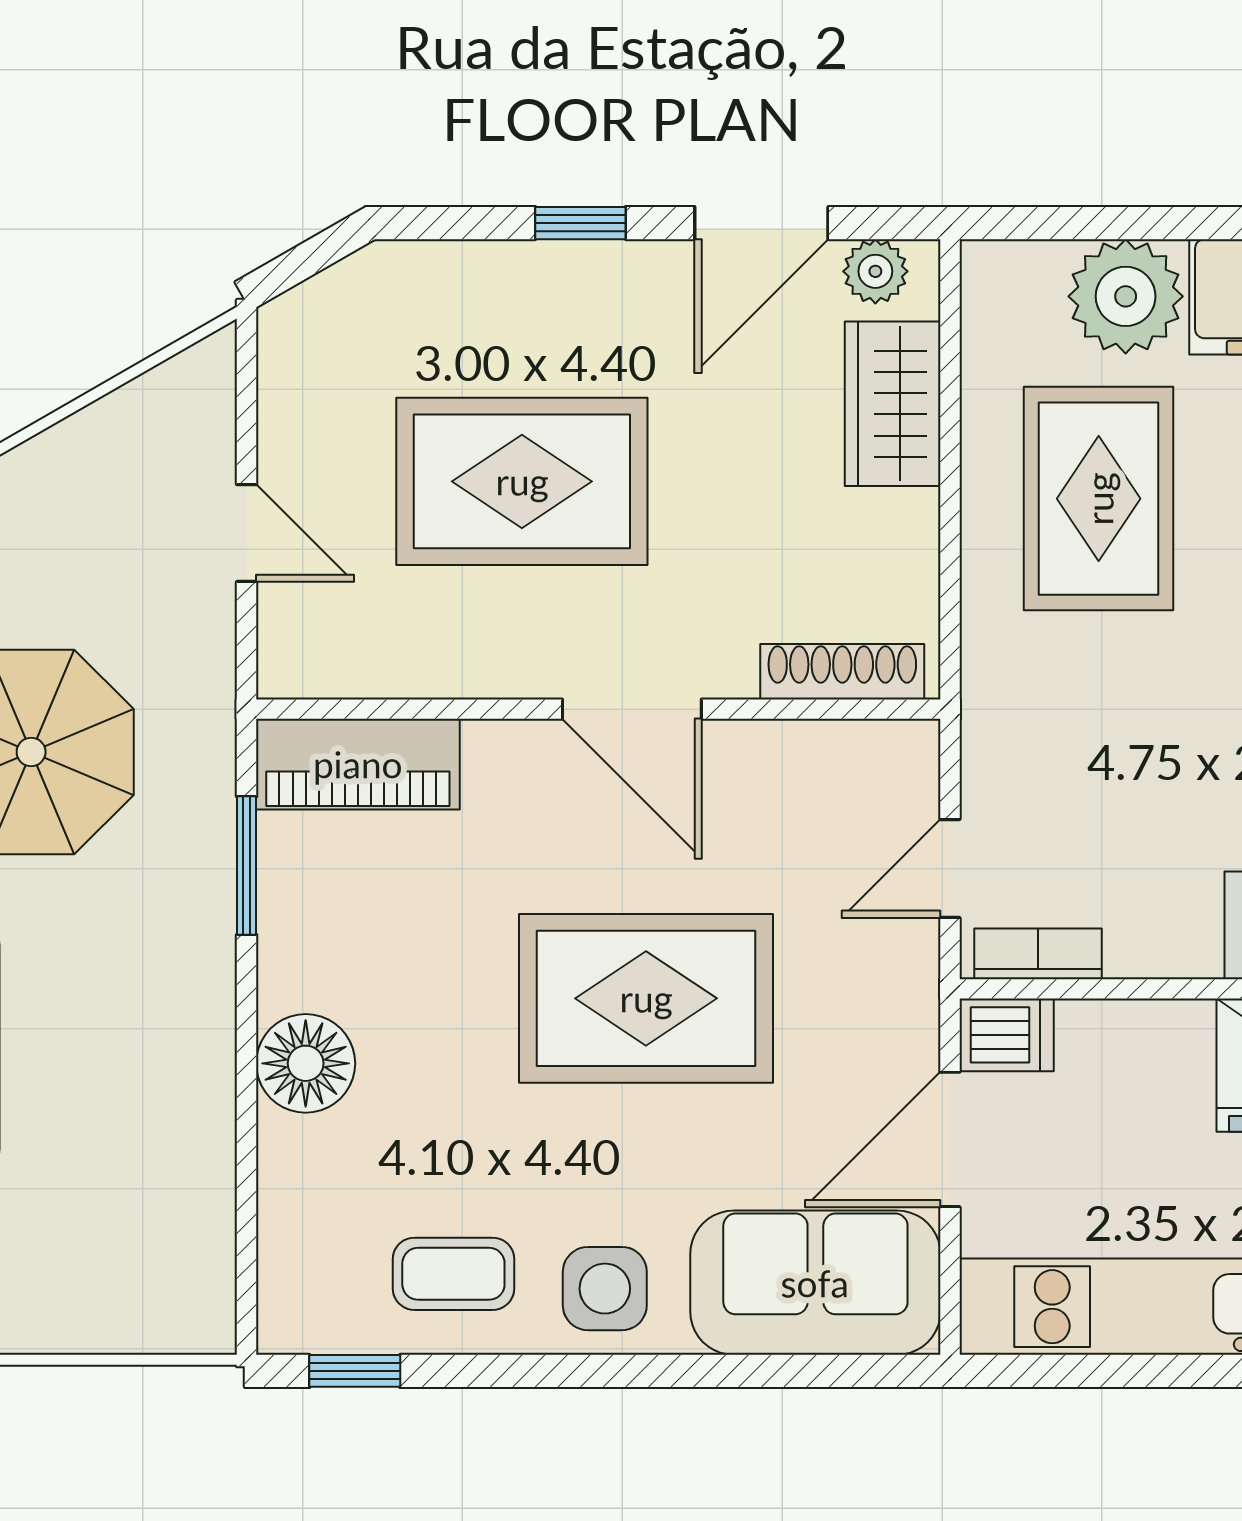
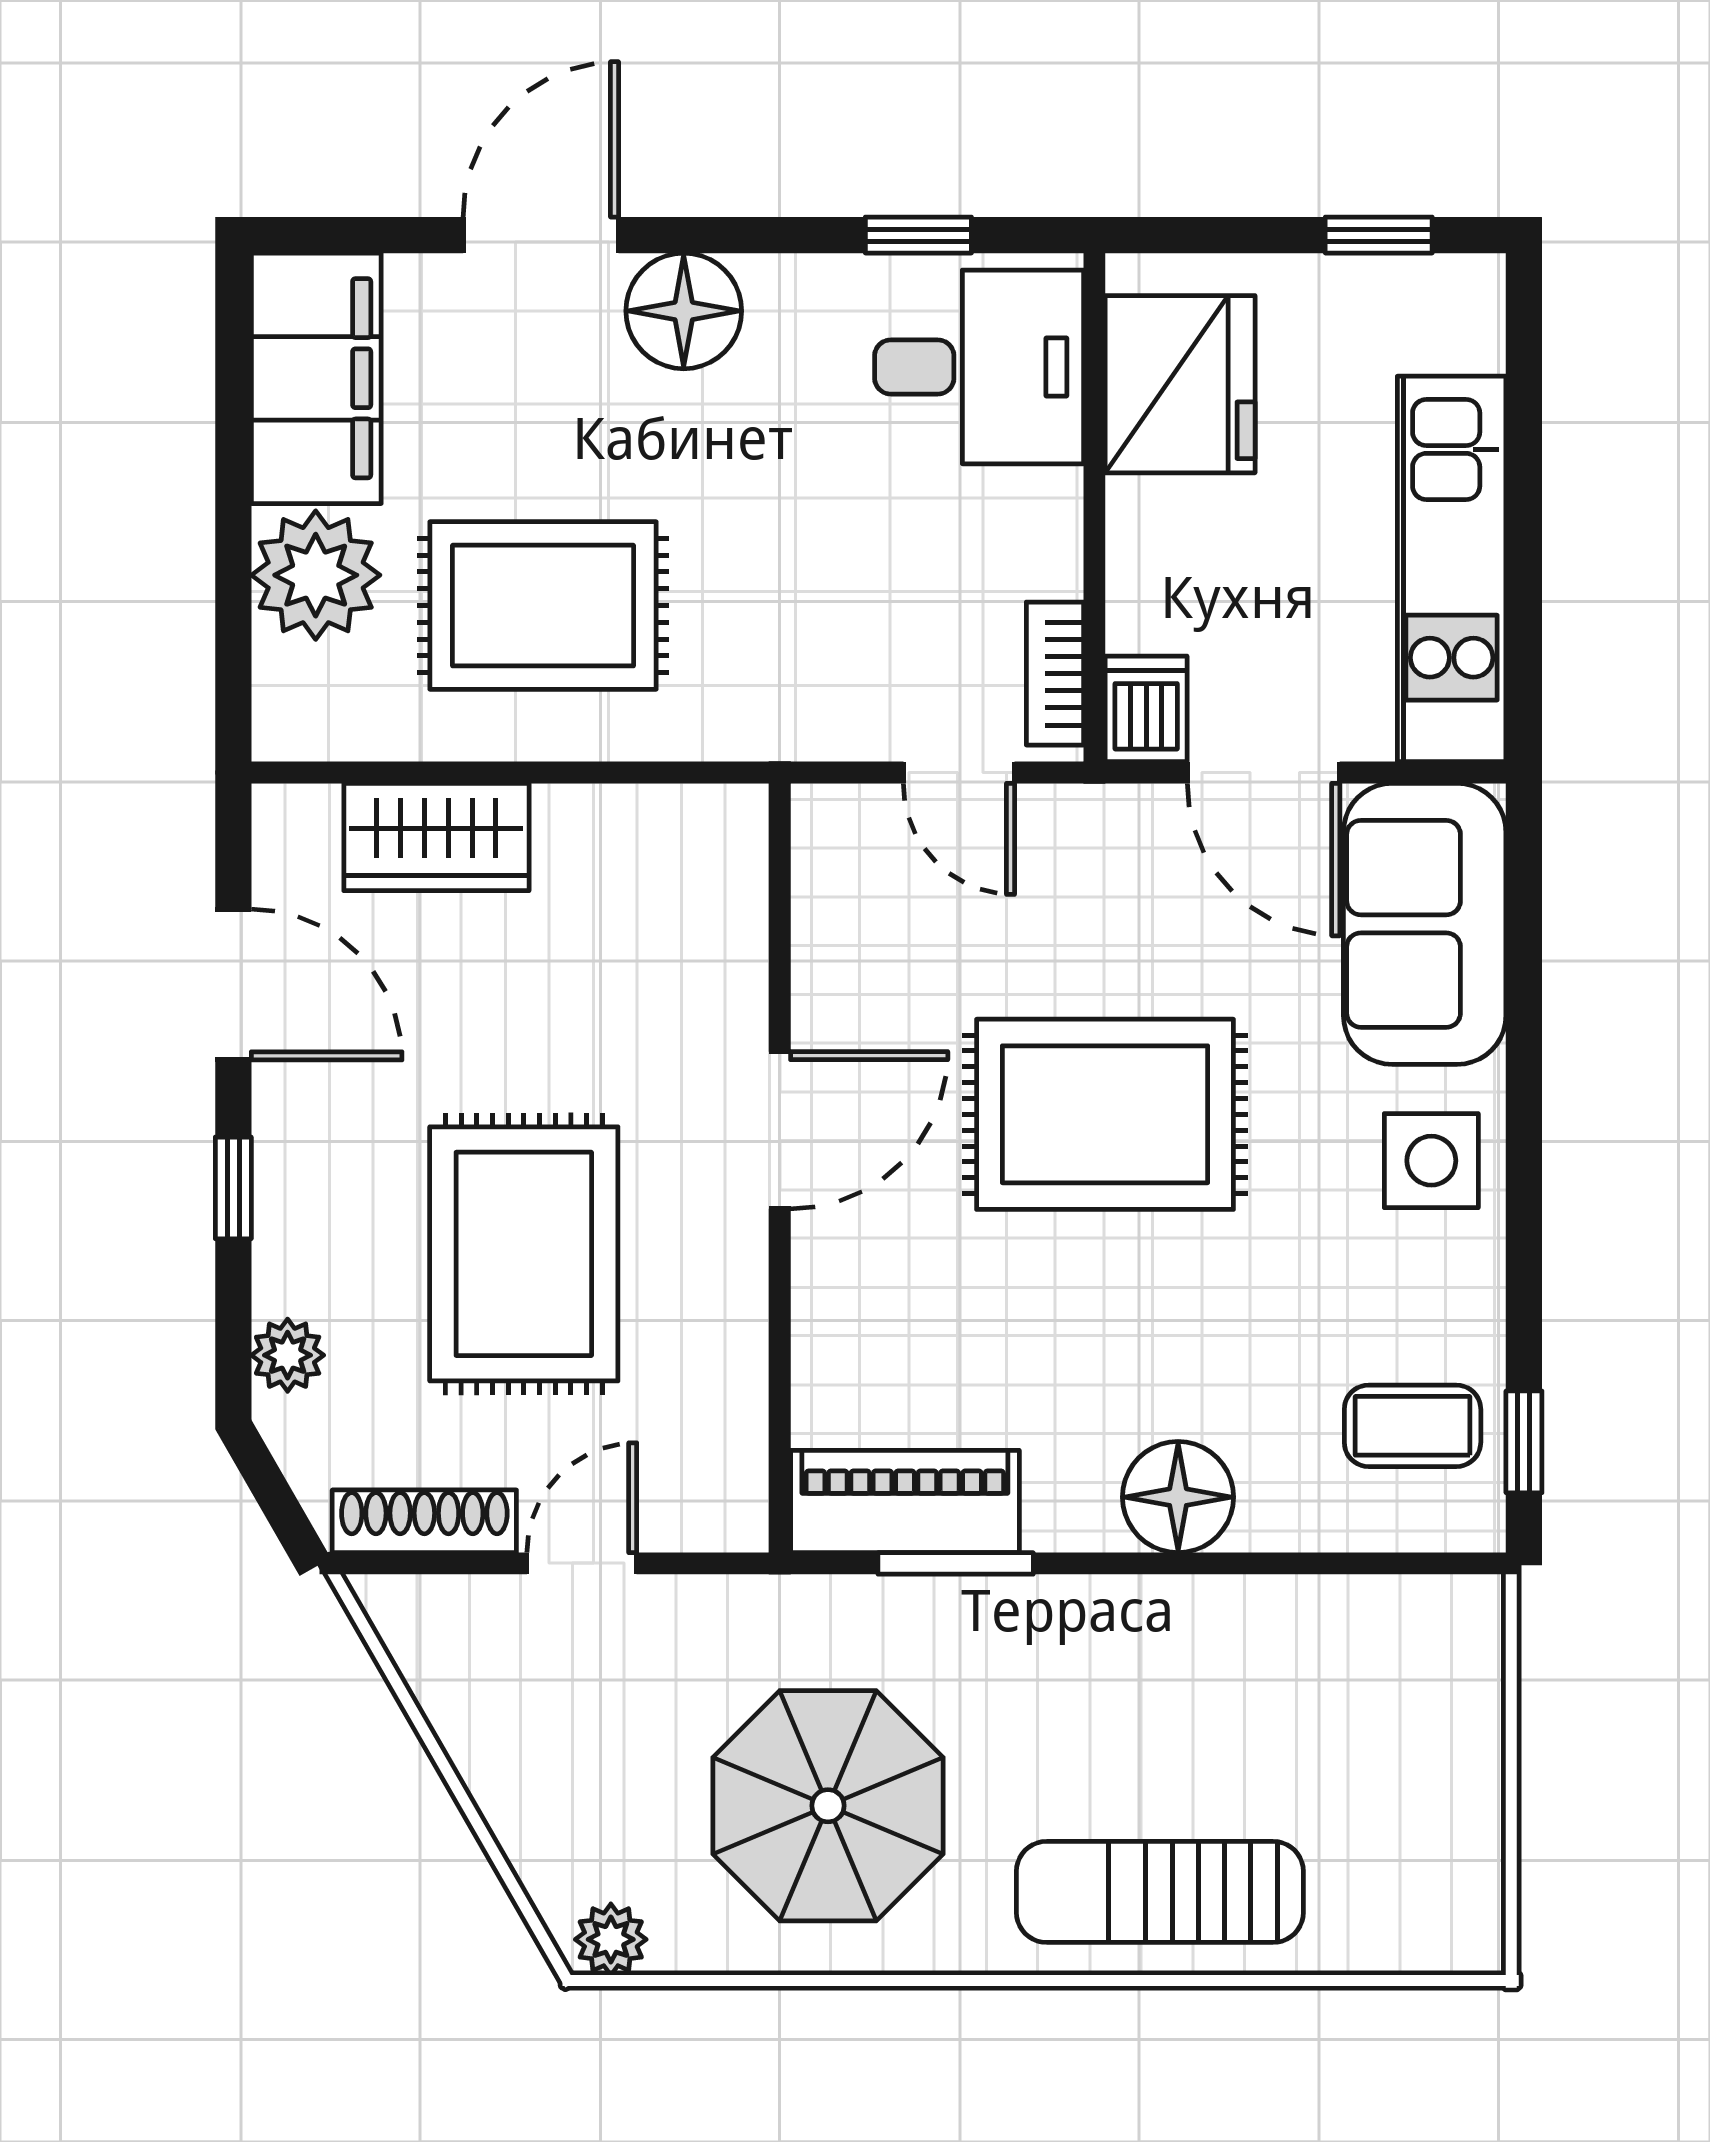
plant: (875, 271) -> (288, 1355), moved
shoe rack: (842, 672) -> (424, 1521), moved, turned 90
piano: (358, 764) -> (905, 1501), moved, turned -90
rug: (646, 998) -> (1105, 1114), turned 90
coffee table: (453, 1274) -> (1413, 1426), moved, turned 90

